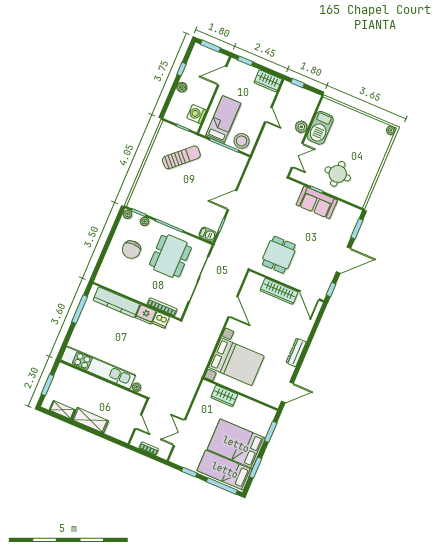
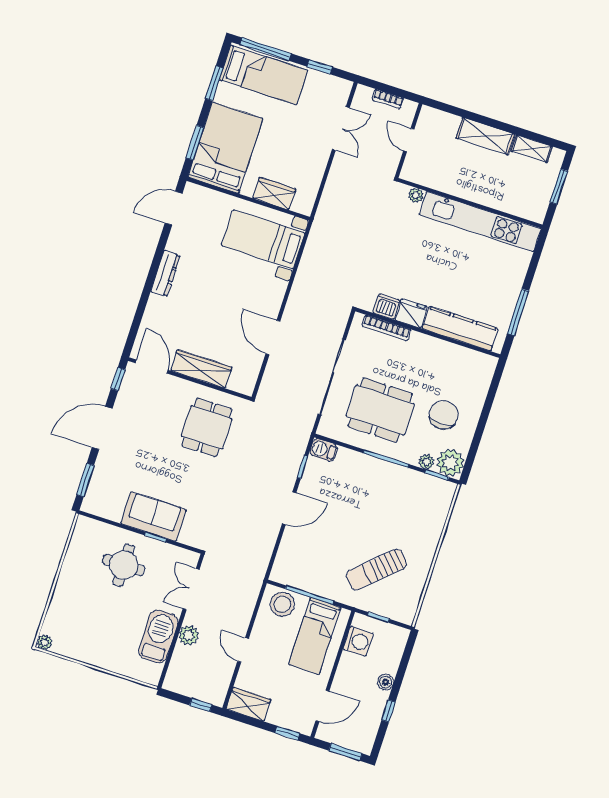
plant: (128, 214) -> (450, 463), width x1.88, depth x1.88
dining table: (170, 256) -> (380, 410), turned 90
bed with nightstands: (236, 362) -> (263, 239), width x0.73
bed: (236, 444) -> (225, 148), moved, turned -90

